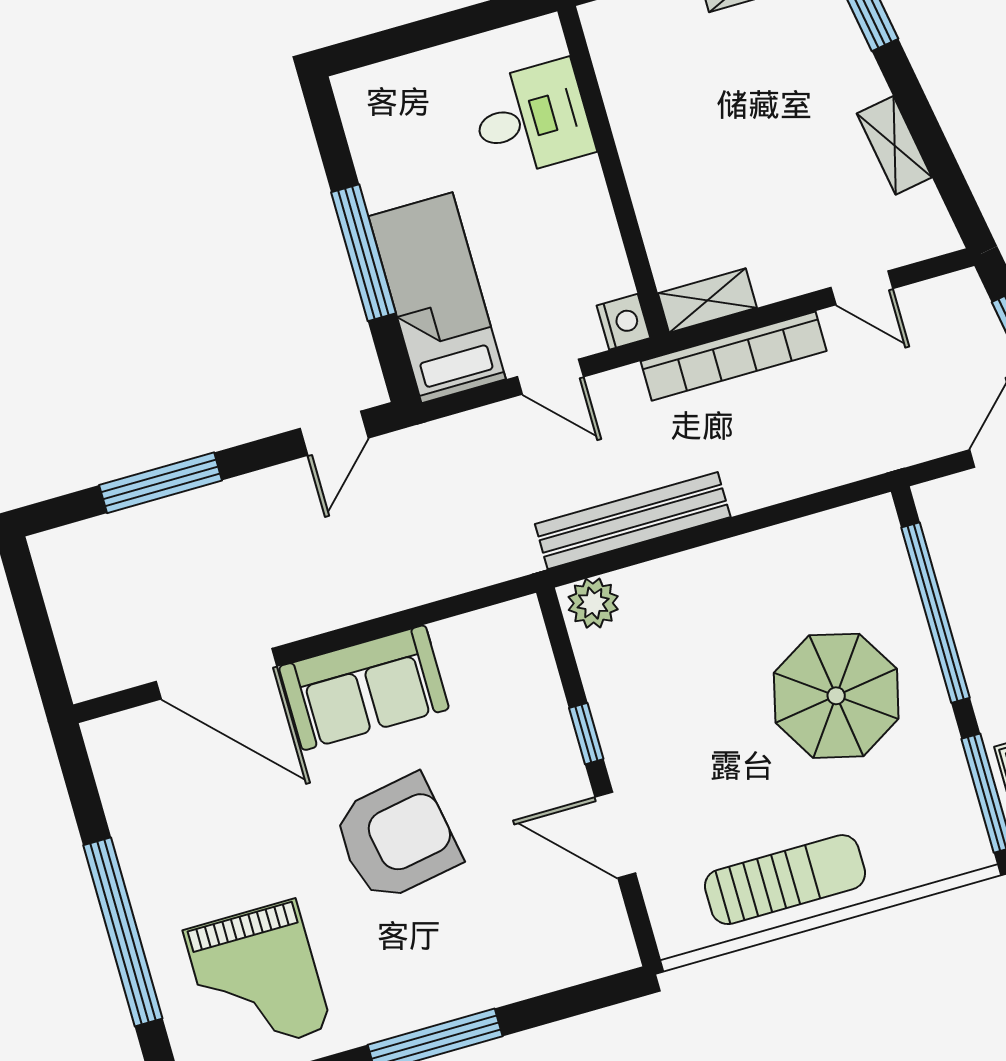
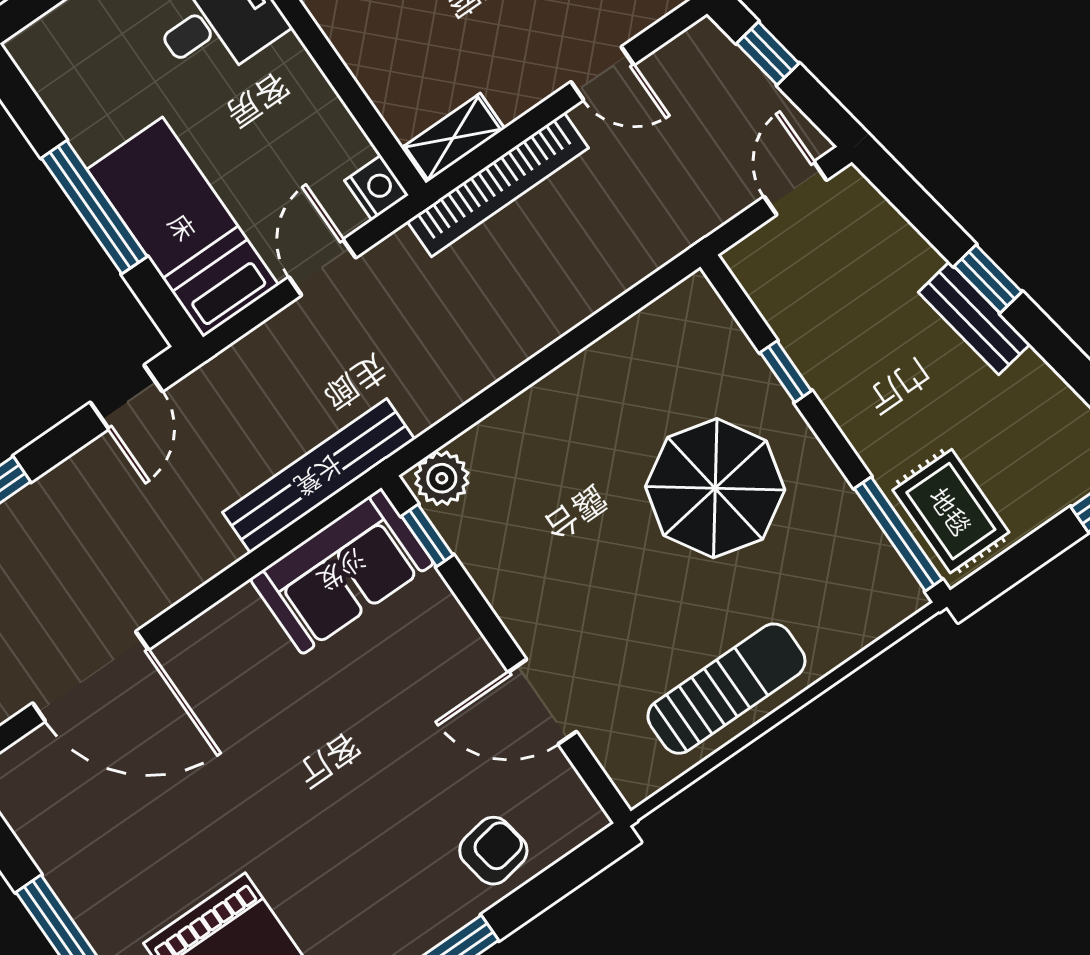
door: (550, 377) -> (322, 267), swing flipped
bench: (633, 521) -> (319, 476), moved
window: (936, 613) -> (786, 372), width x0.32
sofa: (364, 688) -> (342, 571), moved
window: (586, 734) -> (427, 535), moved
armchair: (396, 838) -> (493, 851), moved, width x0.53, depth x0.53

